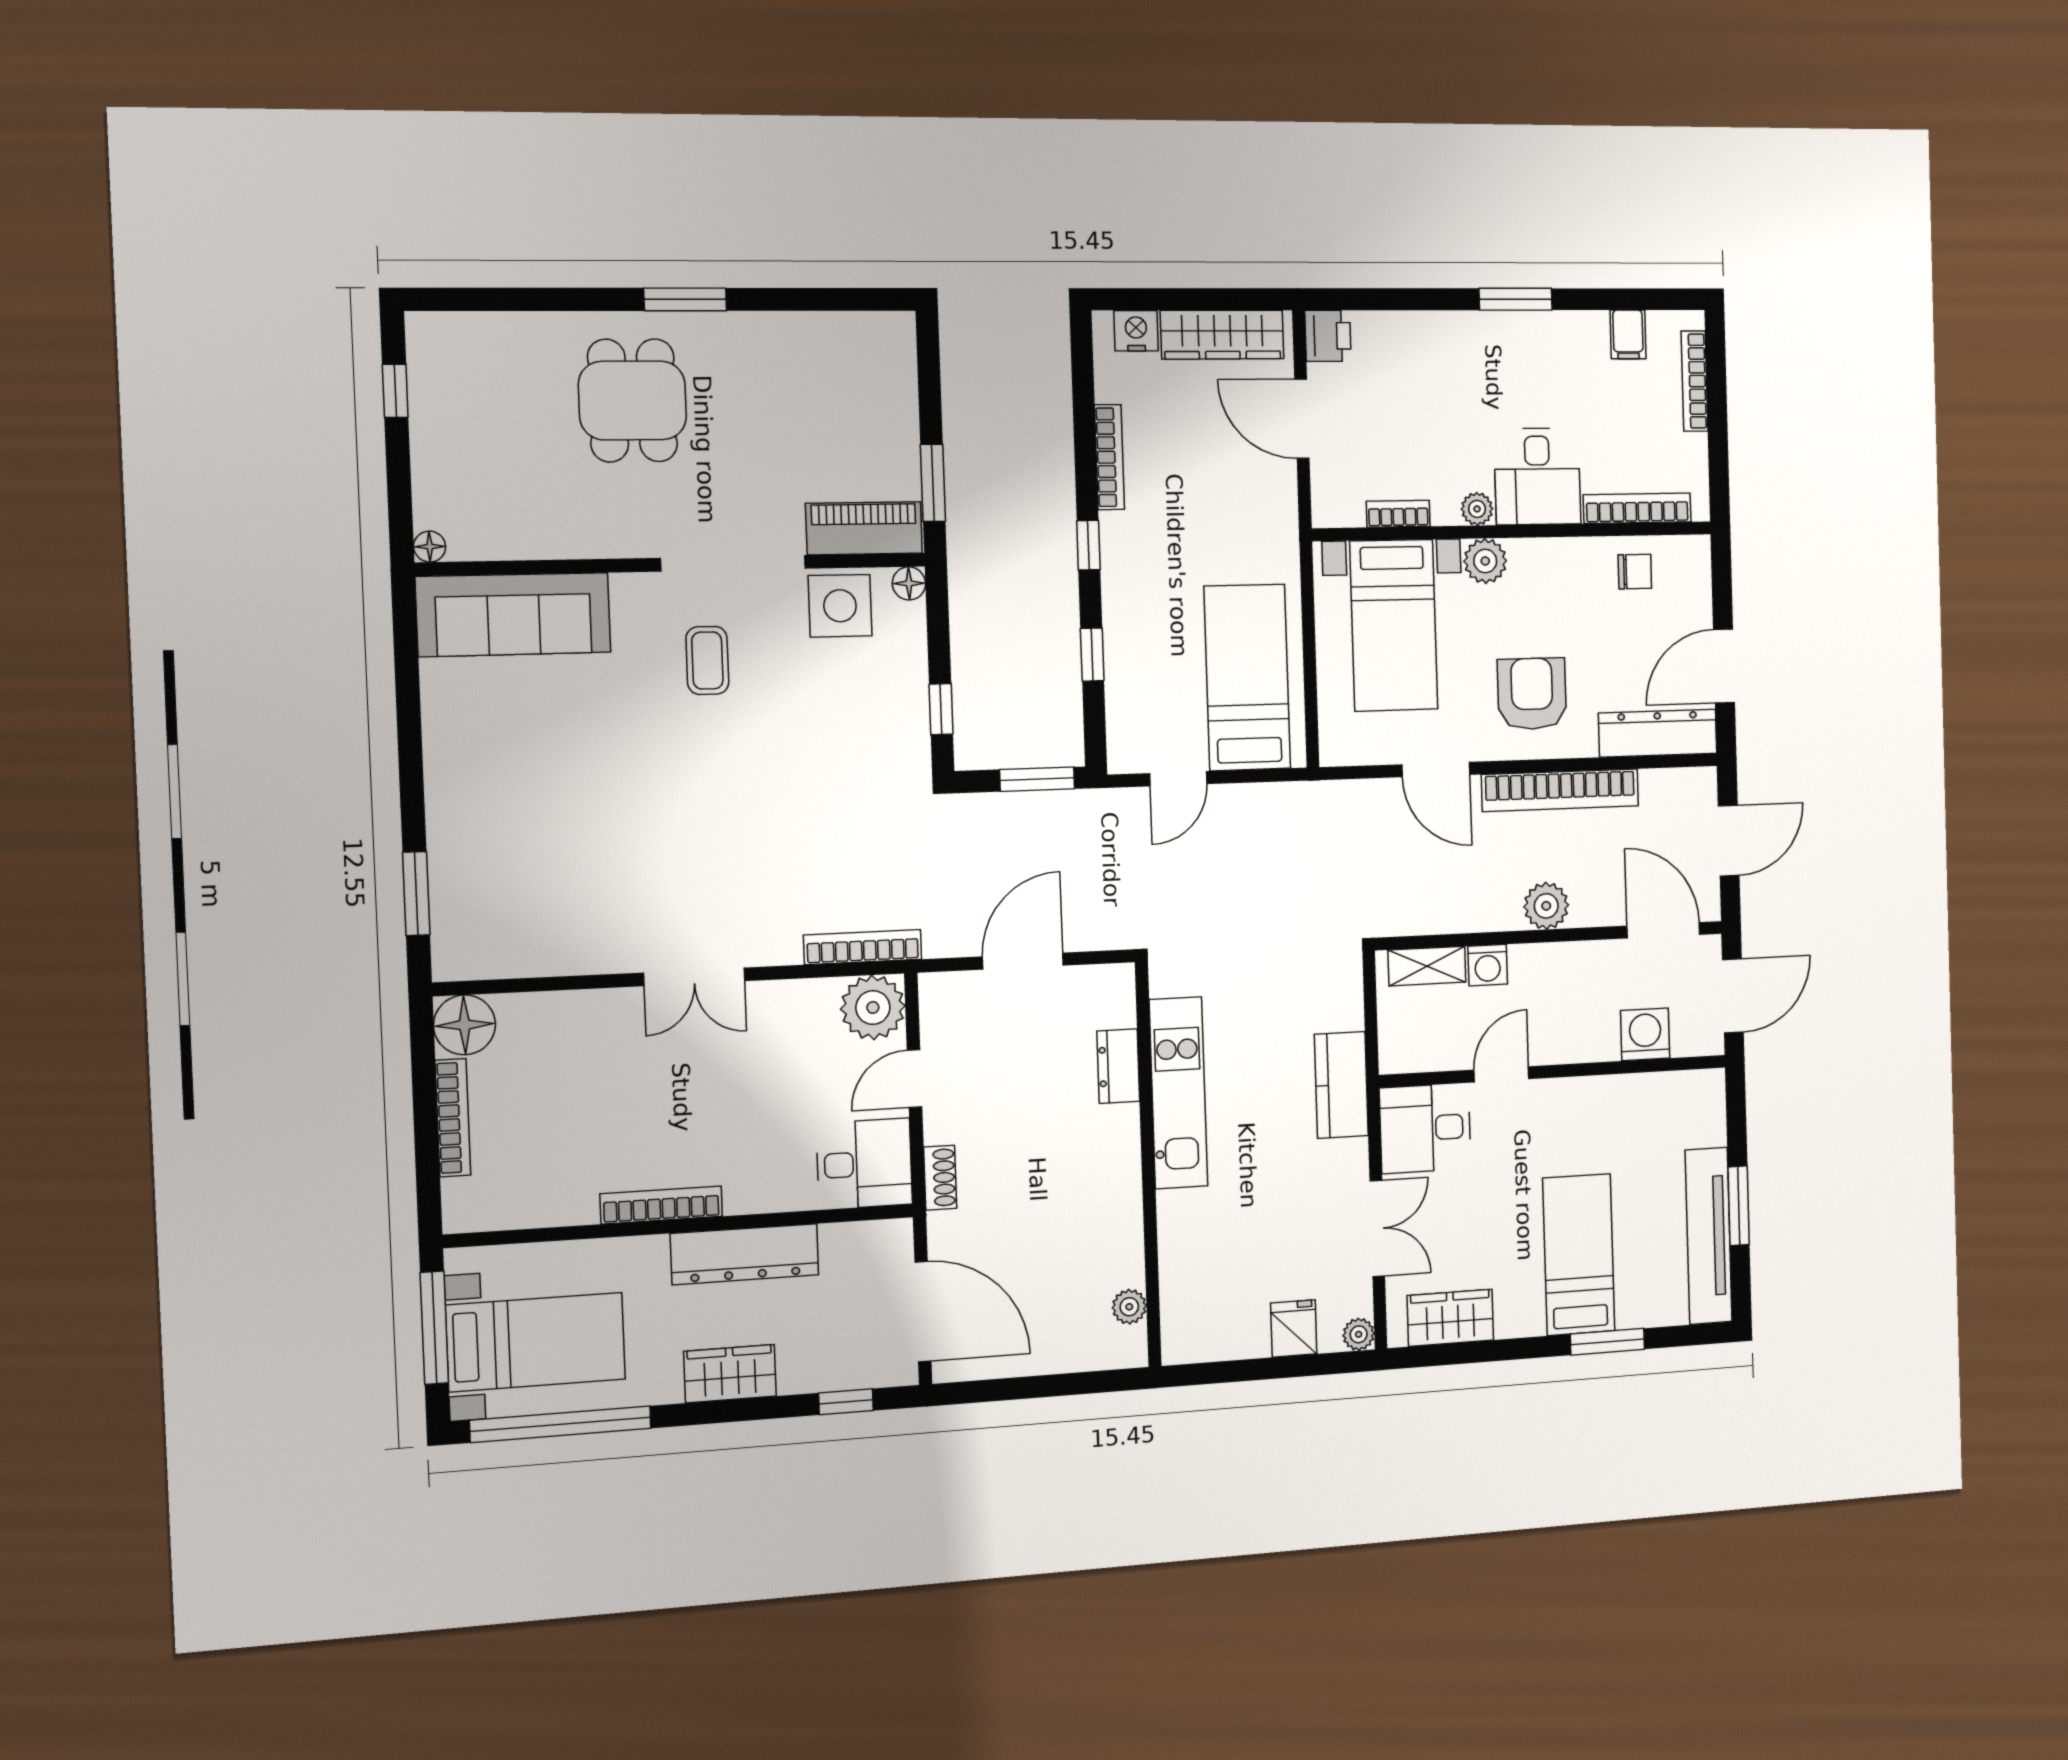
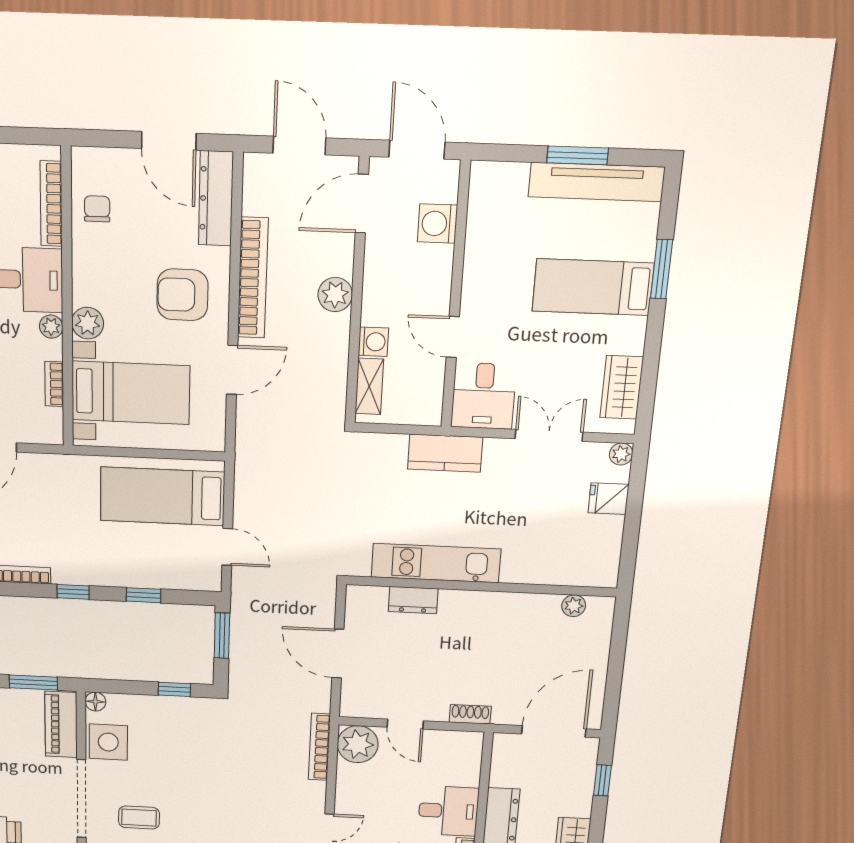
desk: (864, 1164) -> (448, 811), moved, turned 90

